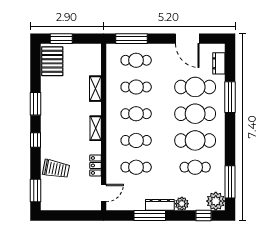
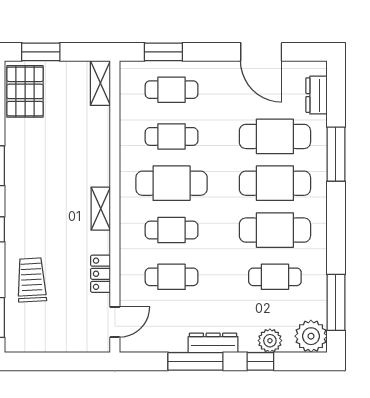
window: (131, 39) -> (163, 52), width x0.69
shelving: (95, 89) -> (100, 83), moved
cafe table: (136, 114) -> (172, 183), width x1.37, depth x1.35
trolley: (56, 169) -> (32, 280), turned -104
plant: (182, 204) -> (270, 341), moved
window: (203, 215) -> (260, 361), moved

